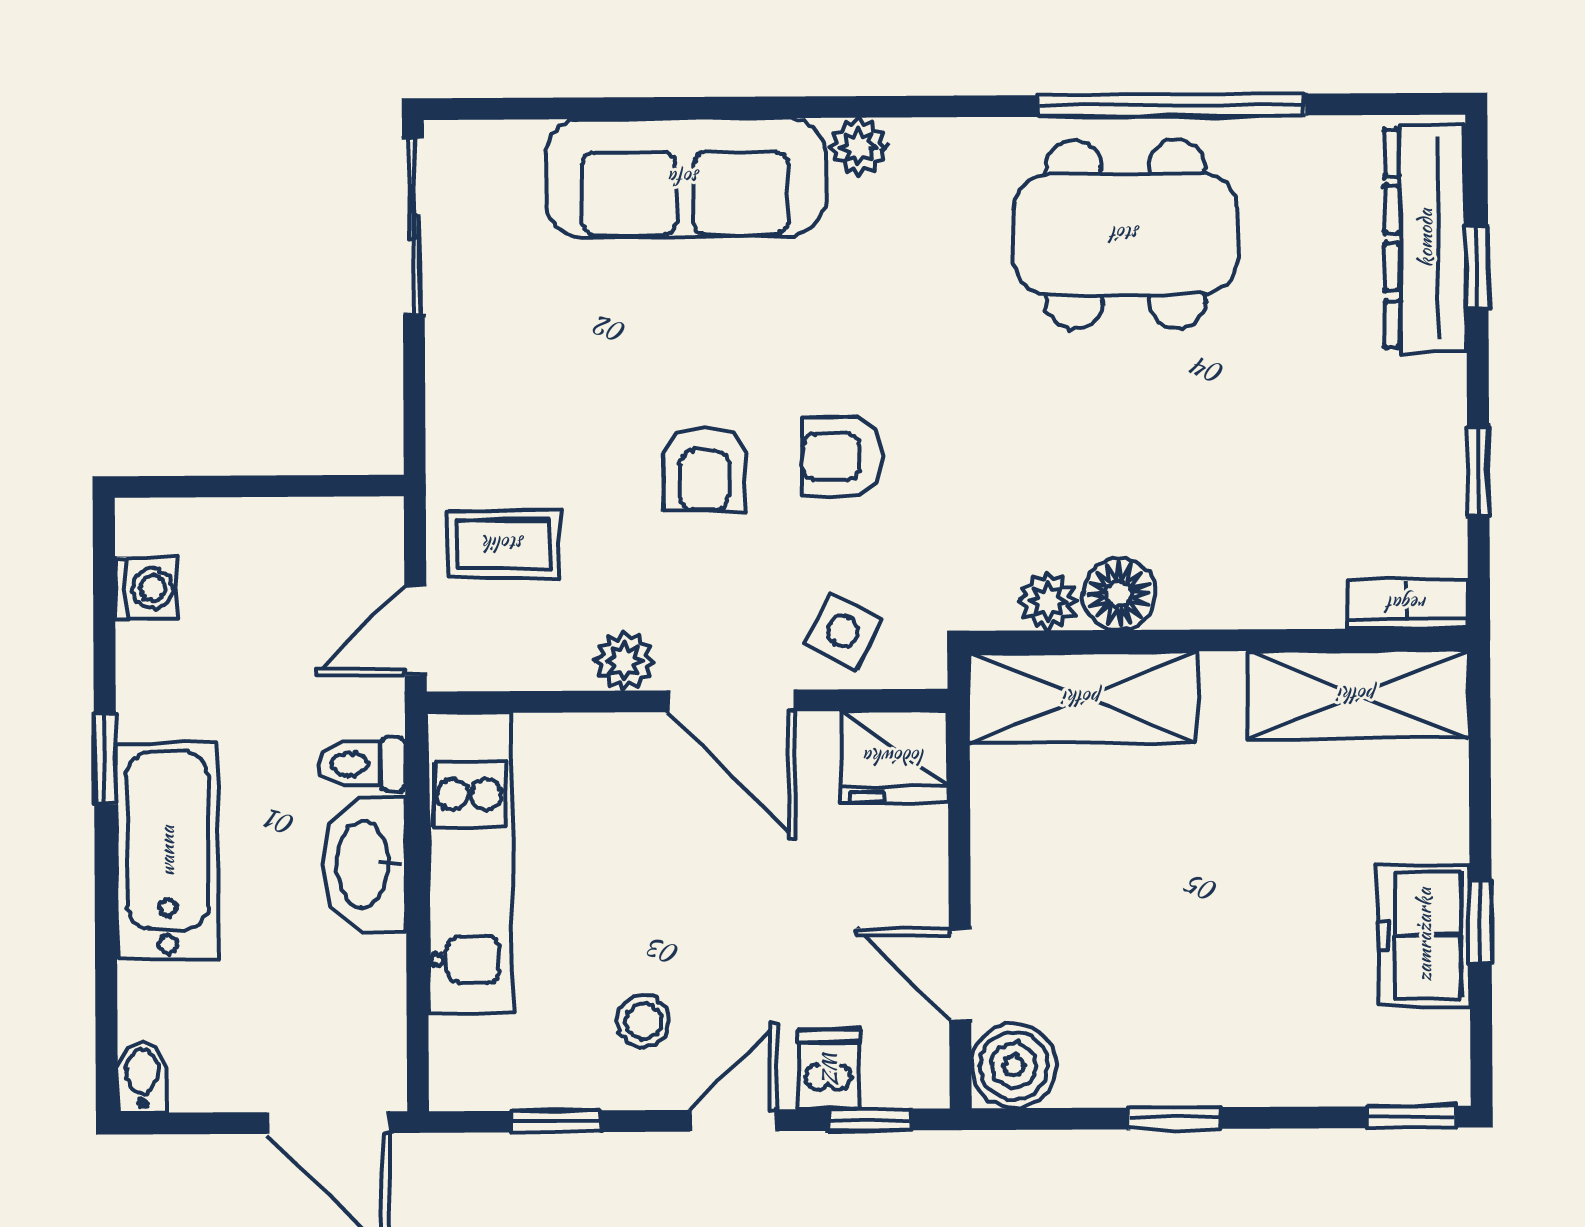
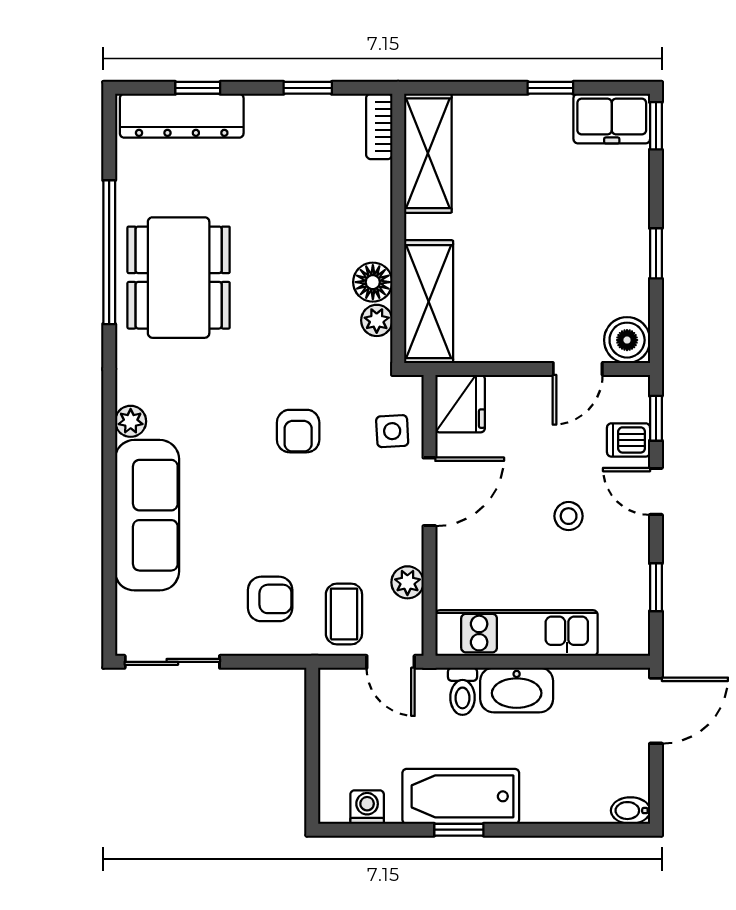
armchair: (704, 469) -> (270, 599), moved
side table: (843, 631) -> (392, 431), turned -30
plant: (625, 661) -> (407, 582), moved
bathtub: (167, 851) -> (461, 796), moved
freezer: (1424, 935) -> (612, 119), moved
stool: (643, 1021) -> (569, 516), moved

